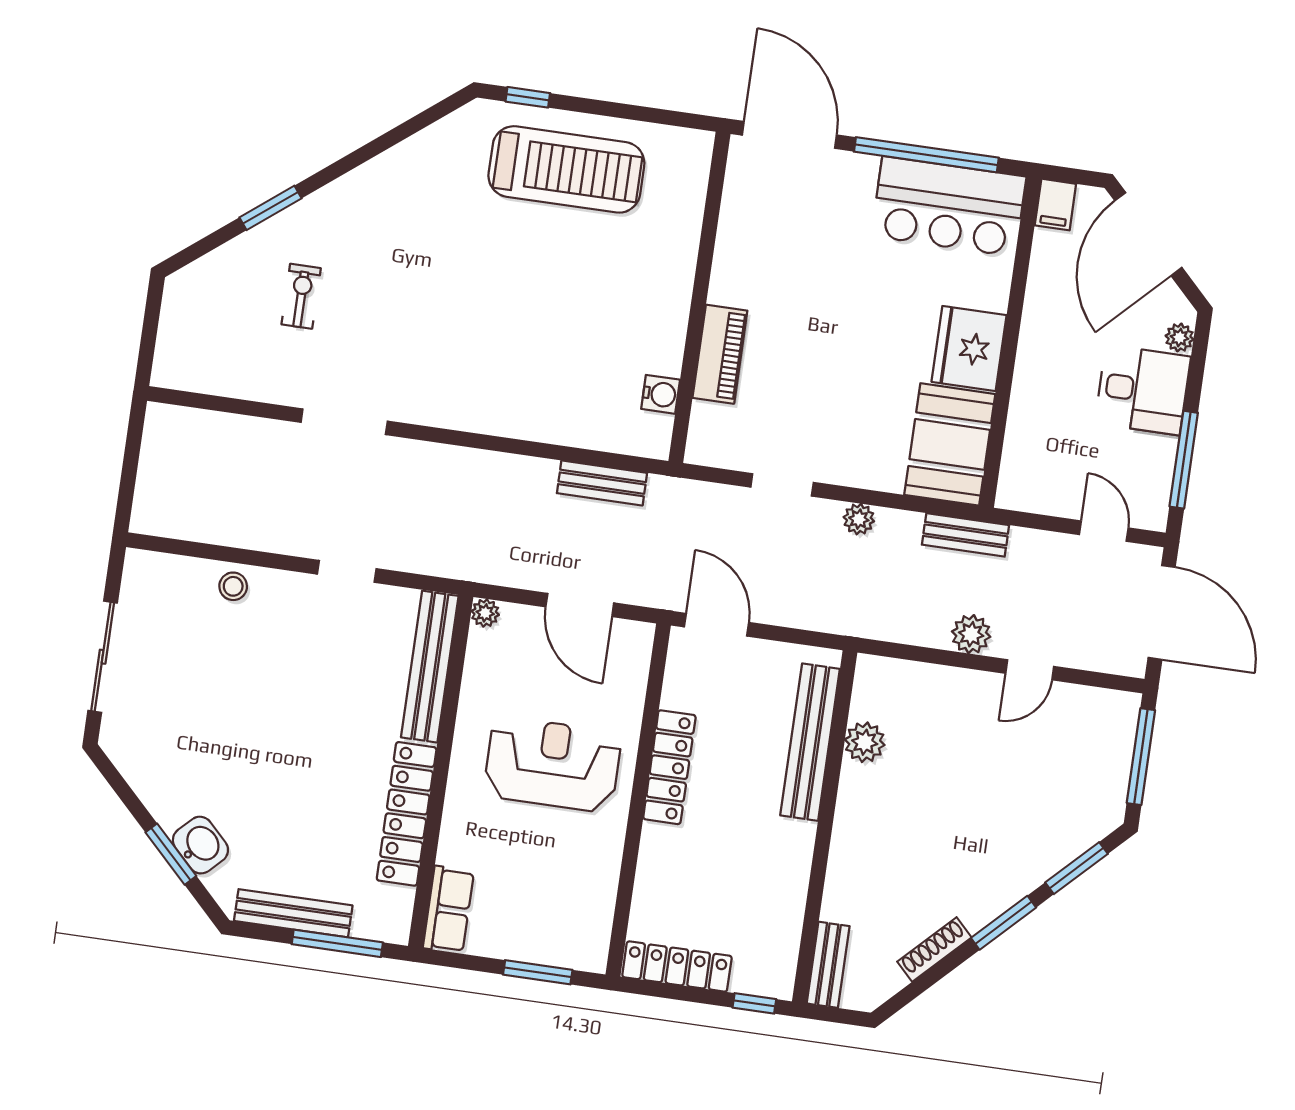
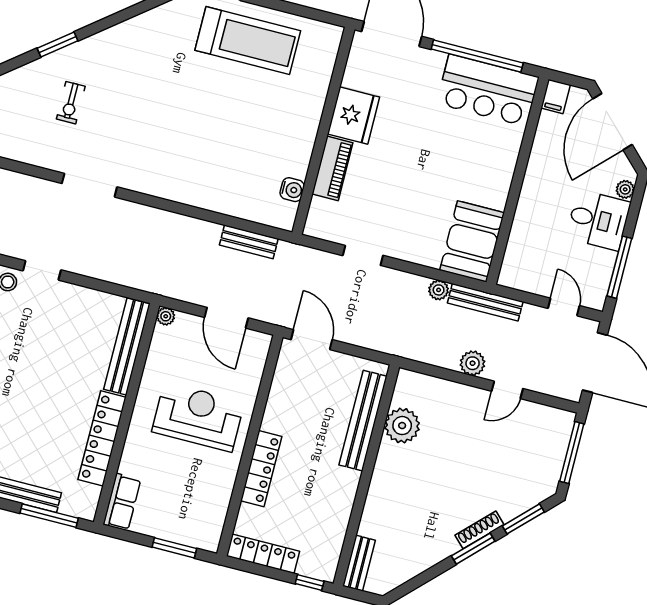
exercise bike: (301, 296) -> (71, 103), turned 180
fridge: (969, 348) -> (354, 116), moved, turned 180
plant: (859, 519) -> (439, 290), moved
bench: (965, 535) -> (485, 302), width x1.36
doorway: (347, 571) -> (42, 270), moved
plant: (865, 742) -> (402, 426), width x1.36, depth x1.36
locker: (669, 767) -> (261, 469), moved
shoe rack: (934, 949) -> (480, 530), moved

